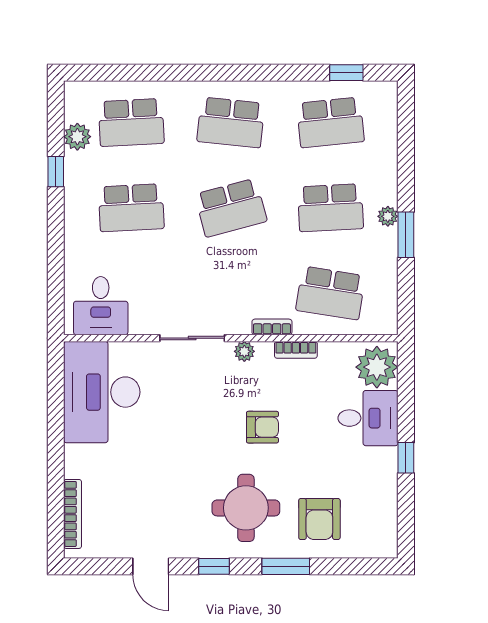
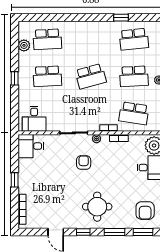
window: (346, 73) -> (121, 18), moved
school desk: (231, 122) -> (91, 39), removed
window: (56, 172) -> (15, 78), moved
desk: (102, 392) -> (31, 146), width x0.53, depth x0.77
armchair: (262, 427) -> (84, 162), moved, turned -90
window: (56, 446) -> (15, 180), added
armchair: (319, 519) -> (145, 211), moved
window: (351, 566) -> (143, 232), added

